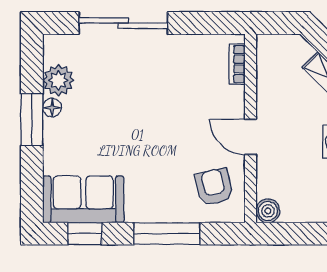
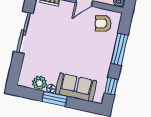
sliding door: (123, 23) -> (23, 33), moved
sofa: (83, 199) -> (76, 87), moved, turned 90

